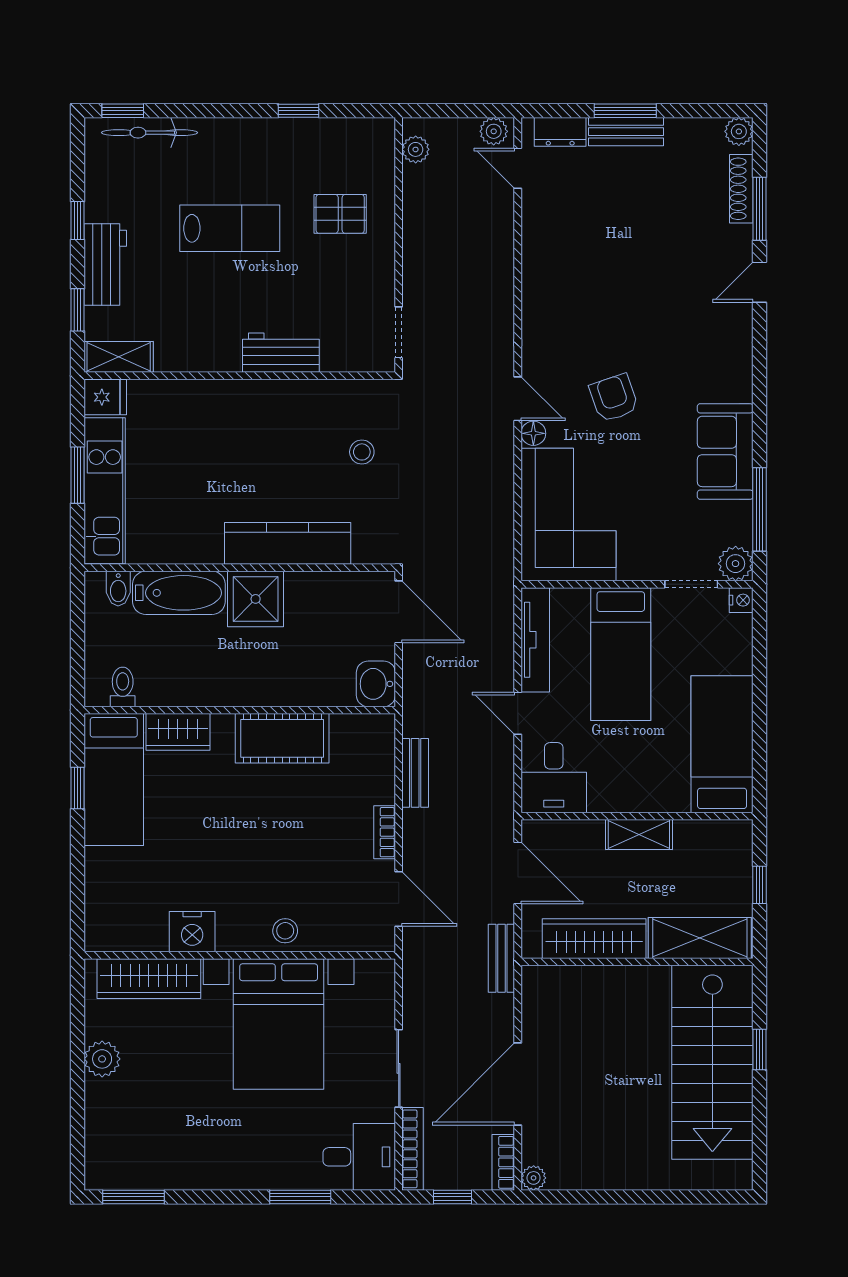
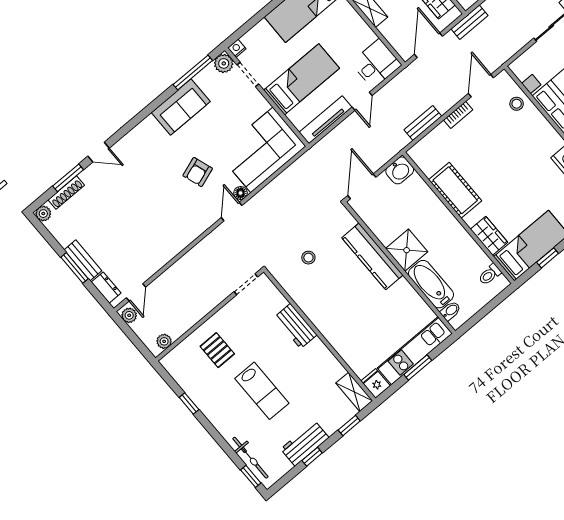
lab bench: (230, 228) -> (262, 391), turned 180
workbench: (105, 264) -> (305, 443), moved
stool: (285, 931) -> (517, 104), moved

